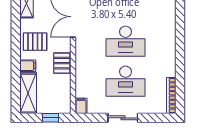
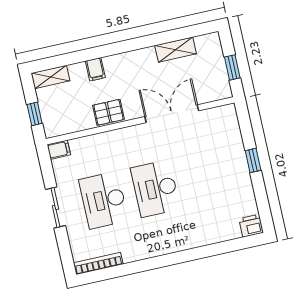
pallet: (35, 42) -> (129, 72), removed
shelving: (28, 93) -> (50, 77), width x0.67, depth x0.75

